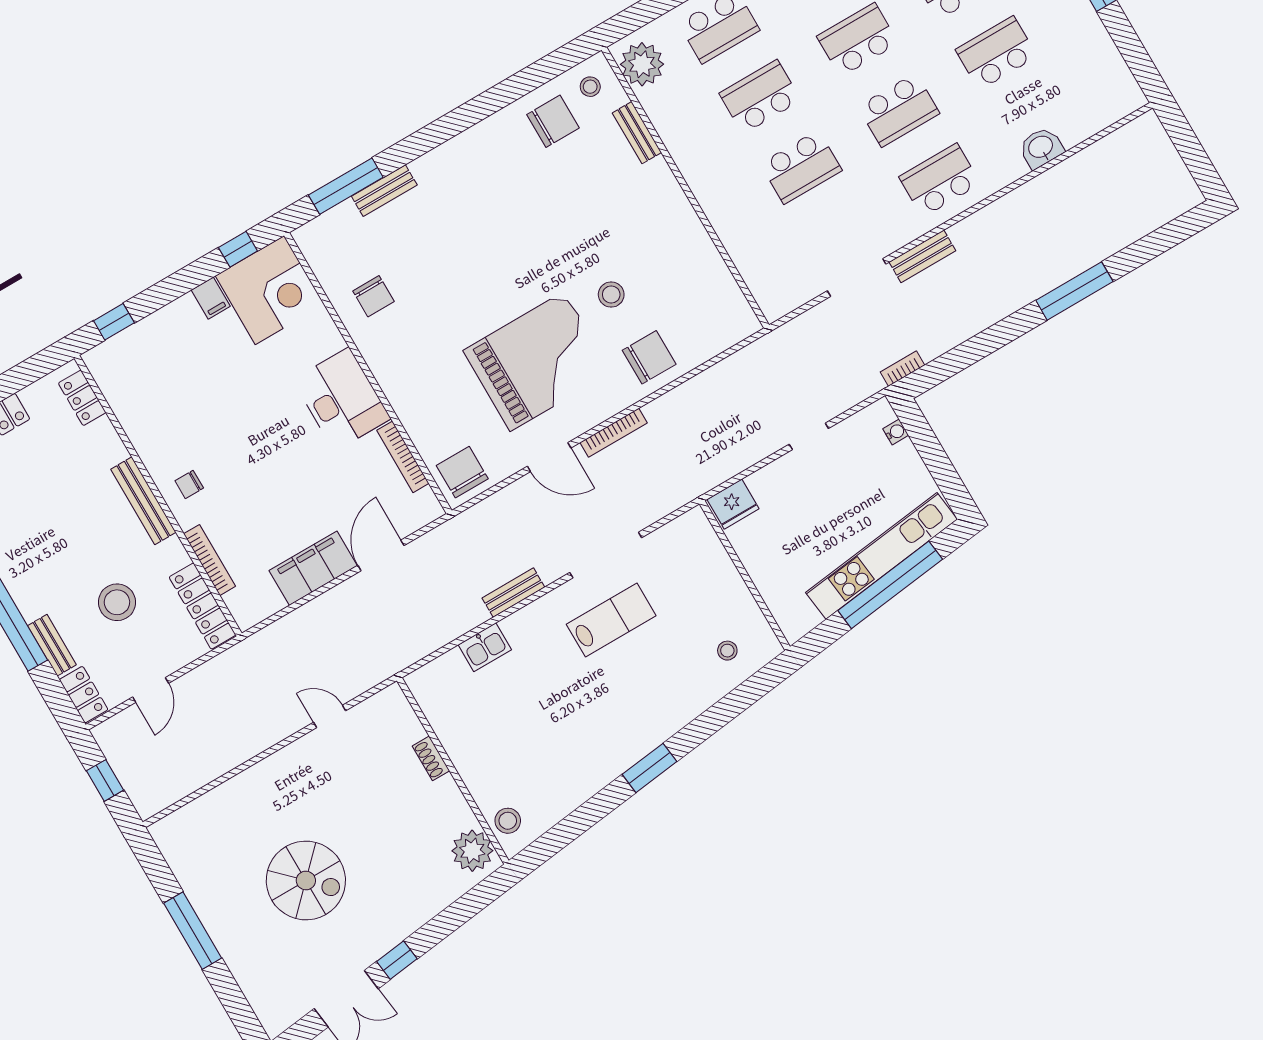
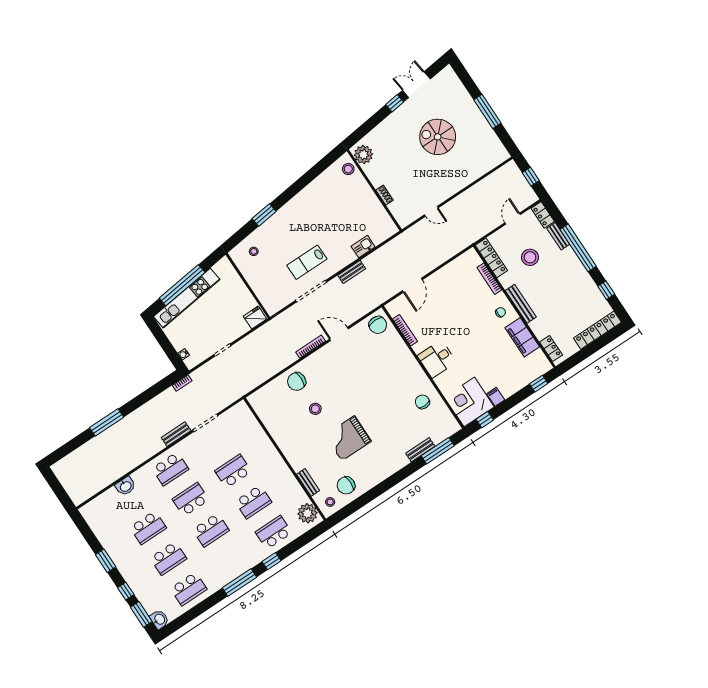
grand piano: (537, 361) -> (348, 438), moved, width x0.73, depth x0.68
desk: (342, 399) -> (437, 359), width x0.73
filing cabinet: (313, 568) -> (522, 337), moved, turned 90
window: (650, 768) -> (264, 215), moved

